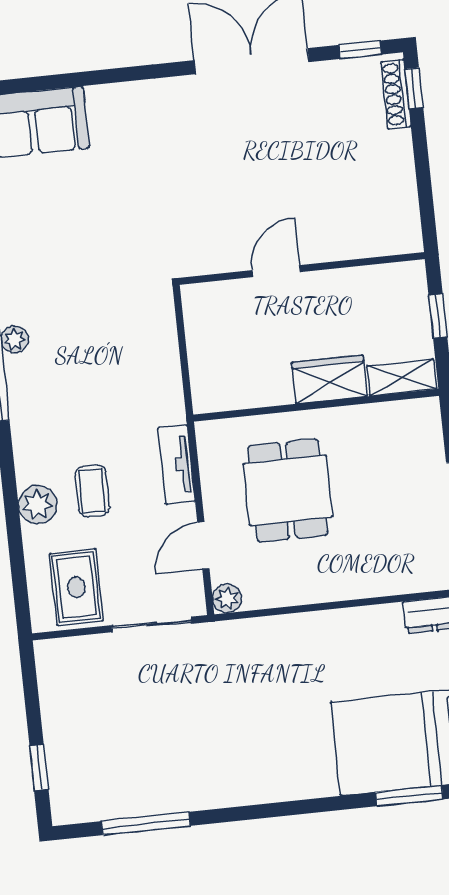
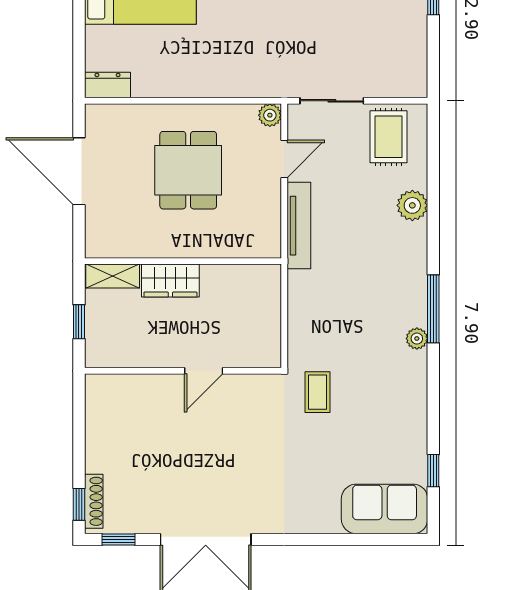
tv unit: (177, 465) -> (299, 226), width x1.41
dining table: (288, 490) -> (188, 170), moved
coffee table: (92, 491) -> (317, 392), moved

